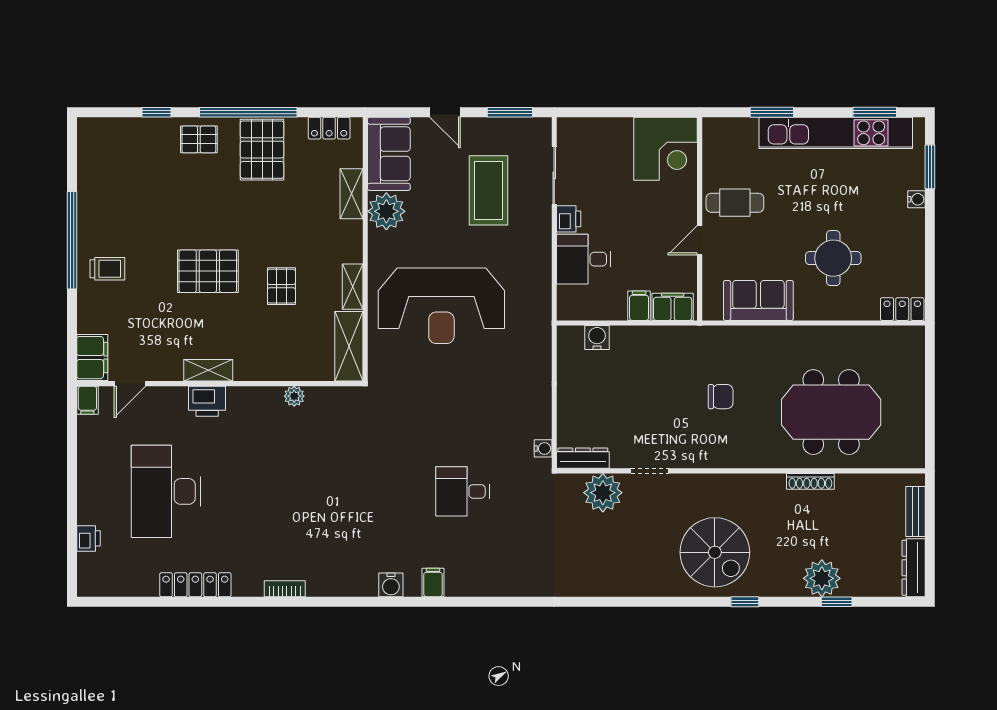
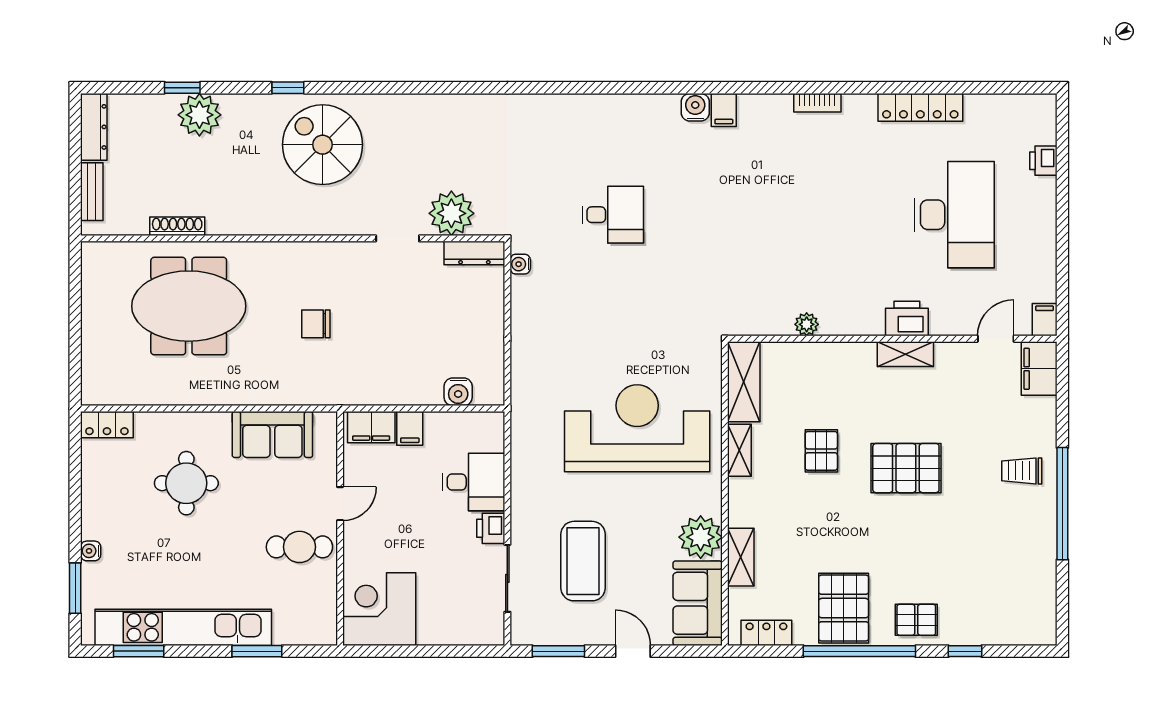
shoe rack: (810, 481) -> (177, 226), moved
filing cabinet: (433, 582) -> (724, 110), moved

